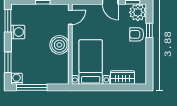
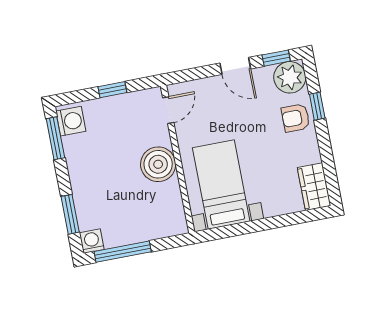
washing machine: (18, 32) -> (71, 121), moved
wardrobe: (122, 78) -> (314, 187), moved, turned -90

